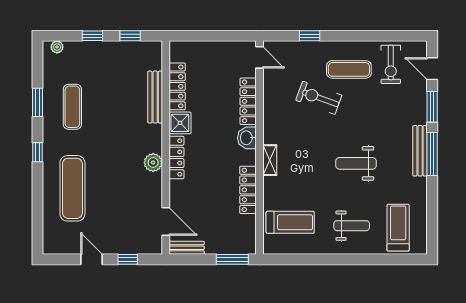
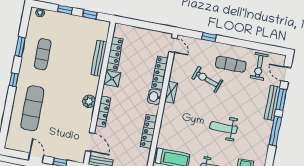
bench: (420, 151) -> (272, 103), moved
locker: (176, 157) -> (103, 112), moved
shelving: (270, 160) -> (171, 92), moved

